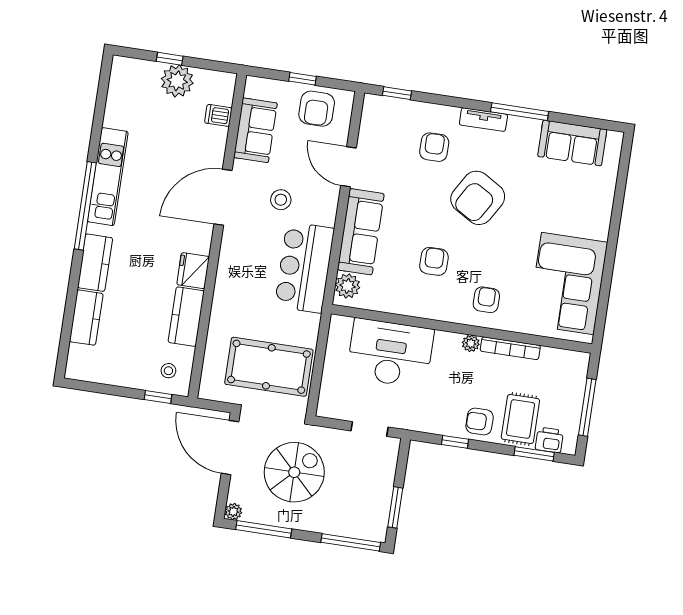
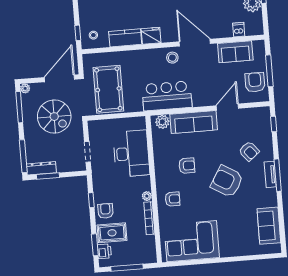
window: (303, 79) -> (269, 71), width x2.17
armchair: (317, 109) -> (255, 82), turned 90
window: (520, 112) -> (278, 175), moved
armchair: (434, 147) -> (249, 151), turned 50
stool: (281, 200) -> (172, 58), moved
dresser: (379, 516) -> (41, 168), added

